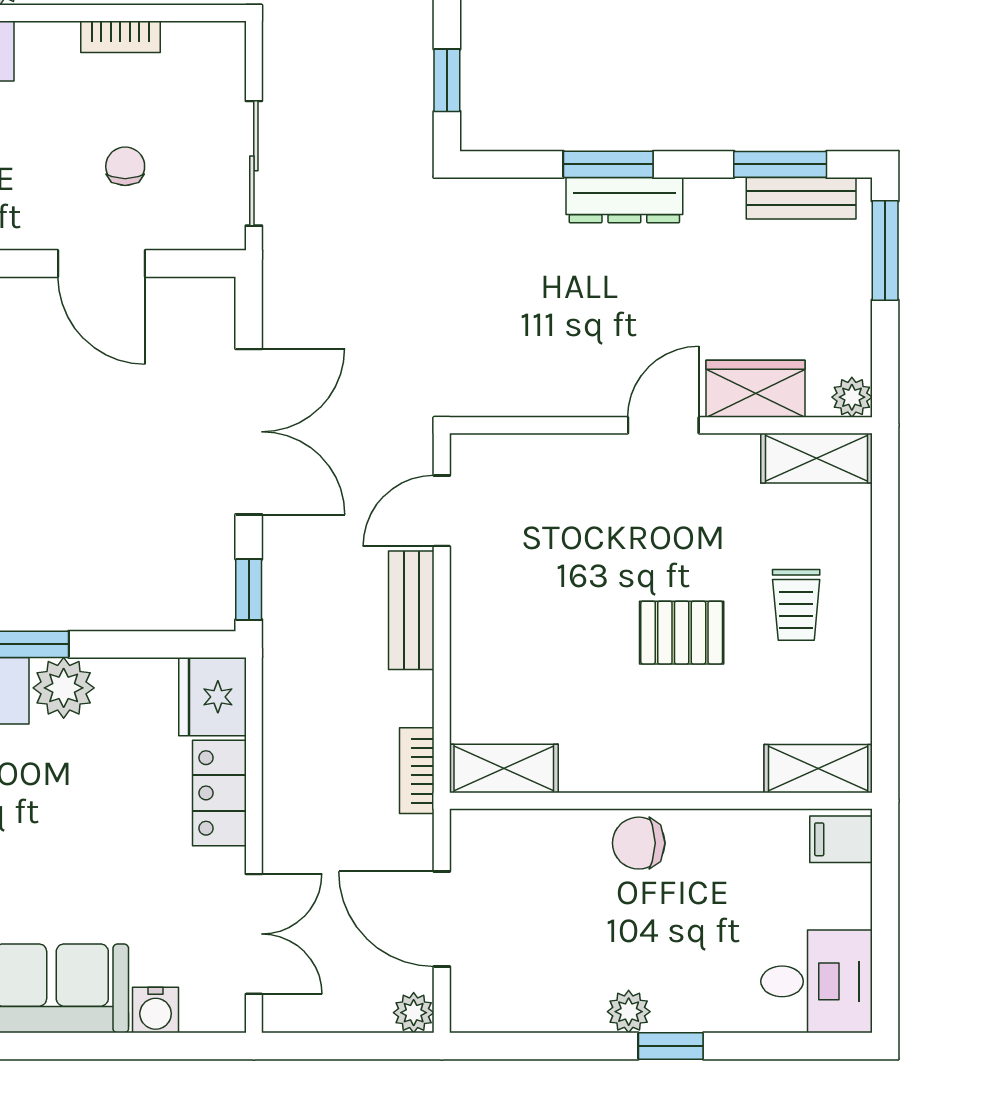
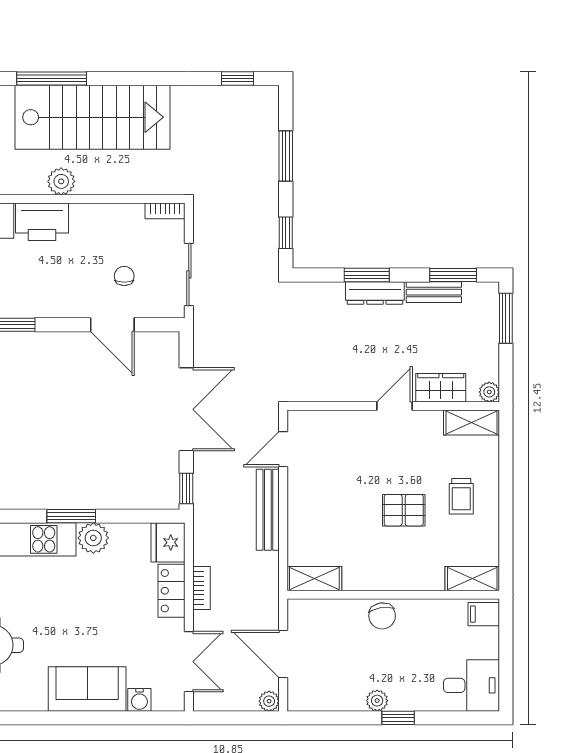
bookcase: (120, 37) -> (165, 211), moved
bench: (801, 198) -> (434, 292), moved
bench: (411, 610) -> (268, 510), width x1.36
bookcase: (417, 771) -> (201, 588), moved, turned 180
chair: (639, 843) -> (382, 616), turned -99

